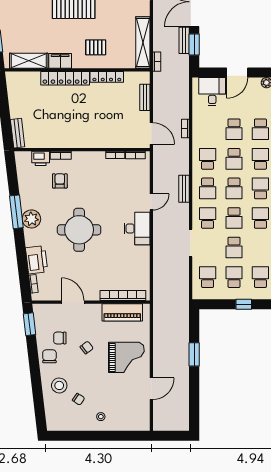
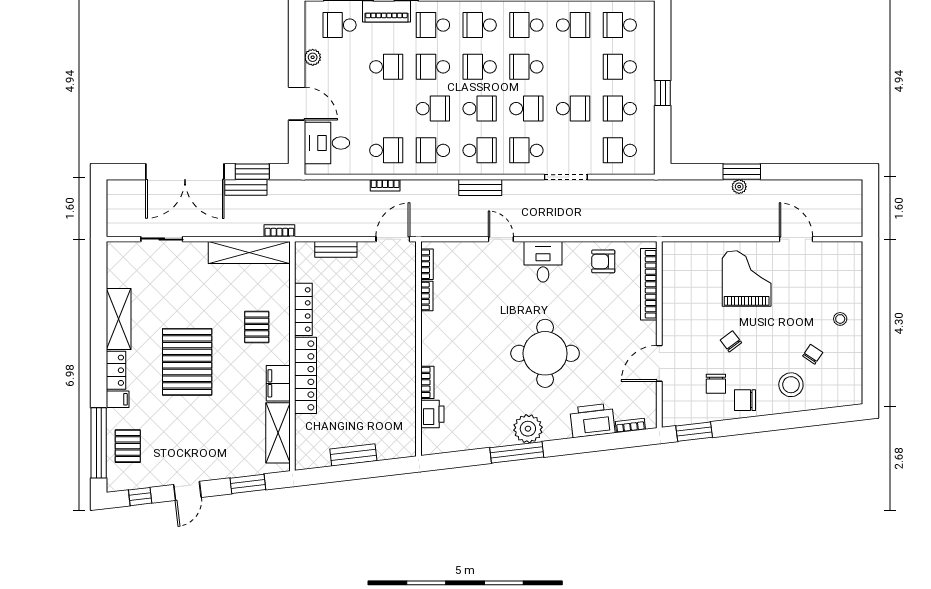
school desk: (234, 129) -> (386, 150), moved
bench: (18, 133) -> (353, 455), moved
armchair: (60, 181) -> (603, 261), moved
desk: (137, 228) -> (543, 262), width x0.73
piano: (122, 312) -> (675, 285), removed
plant: (185, 353) -> (739, 187), added

